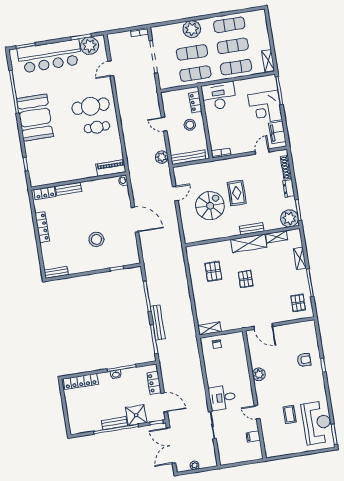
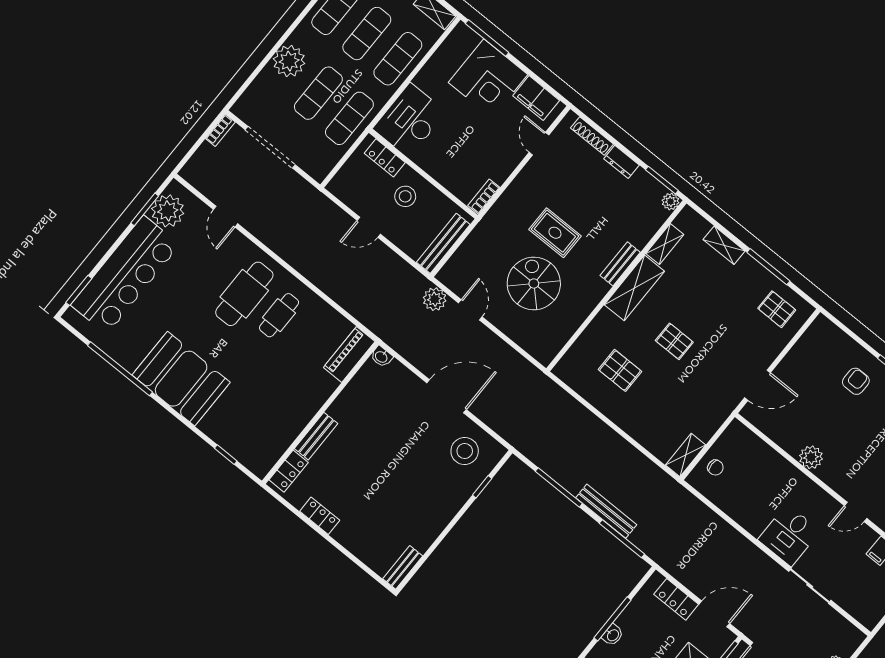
plant: (162, 157) -> (435, 299), moved
plant: (289, 218) -> (671, 201), width x0.53, depth x0.53
locker: (42, 227) -> (320, 516), width x0.66
stool: (96, 239) -> (465, 451), moved

